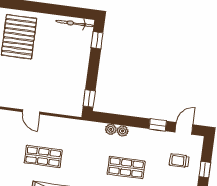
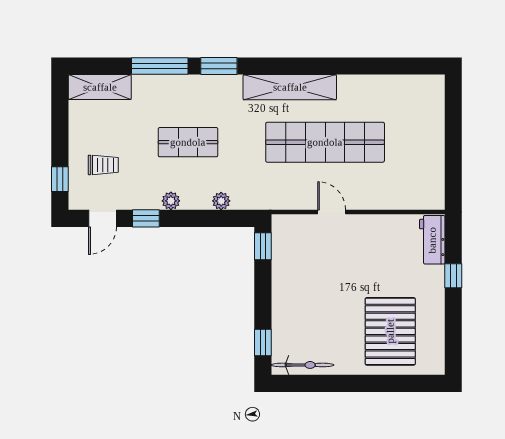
door: (31, 112) -> (332, 212), moved
plant: (123, 131) -> (171, 201), moved
shop shelf: (43, 156) -> (325, 142), width x2.00, depth x1.36
window: (205, 170) -> (60, 179), moved

